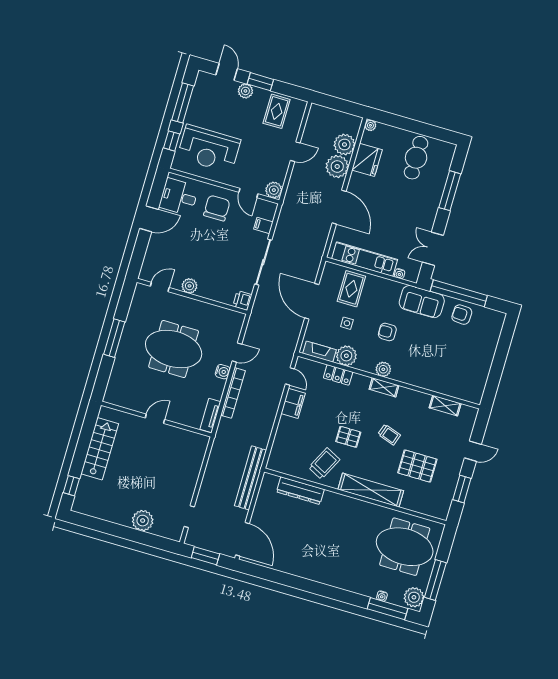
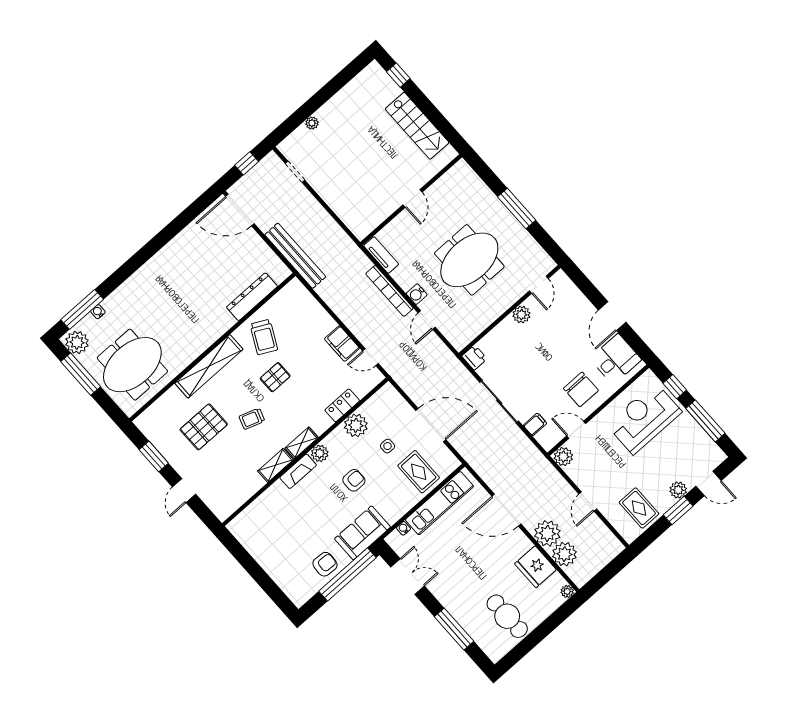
fireplace: (320, 352) -> (298, 471), moved
shelving: (445, 406) -> (275, 465), moved
plant: (143, 521) -> (312, 123), width x0.53, depth x0.53
window: (205, 556) -> (247, 163), width x0.67

